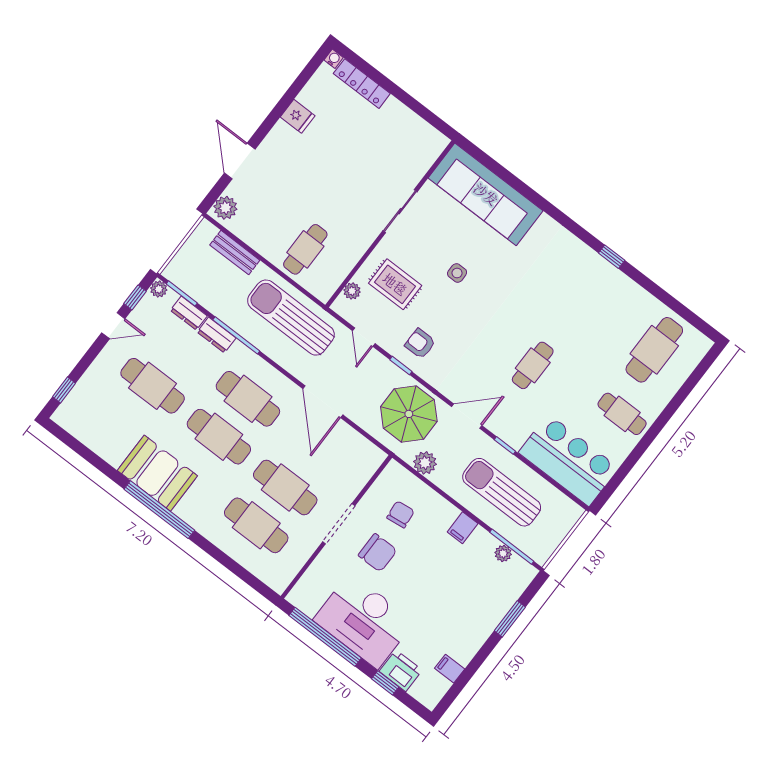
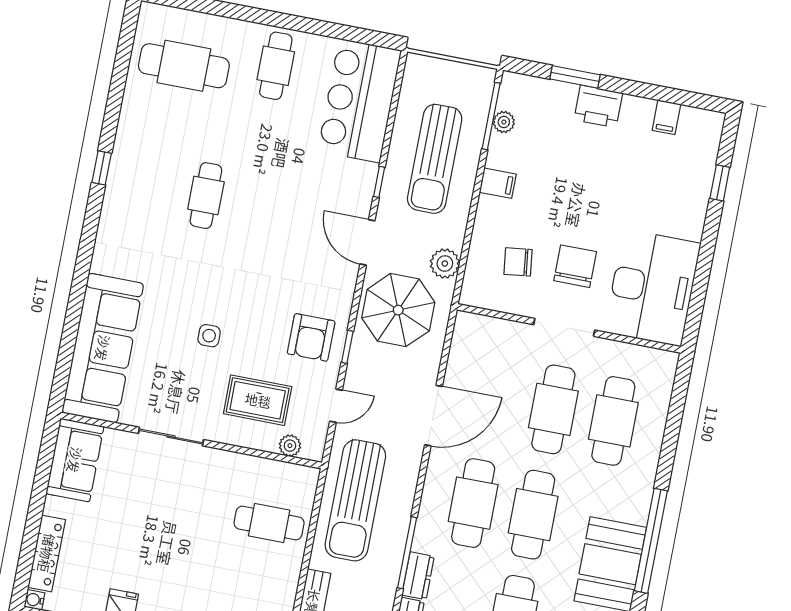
sofa: (417, 136) -> (75, 460), added
rug: (395, 284) -> (258, 400), turned 90
armchair: (420, 344) -> (311, 337), width x1.38, depth x1.38
cafe table: (533, 365) -> (206, 196), moved, turned 90
desk: (364, 621) -> (652, 288), moved
window: (325, 637) -> (701, 278), removed
printer: (401, 671) -> (598, 106), moved, turned -90

